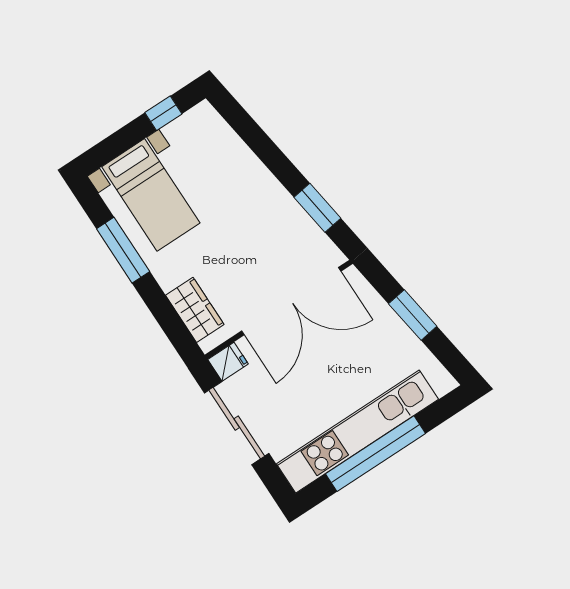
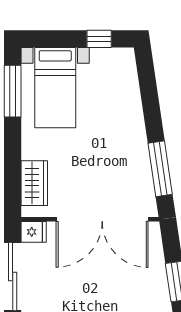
window: (317, 208) -> (160, 169), width x1.44
window: (123, 250) -> (13, 91), moved

